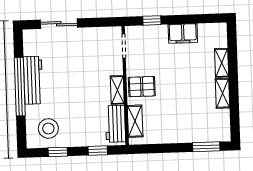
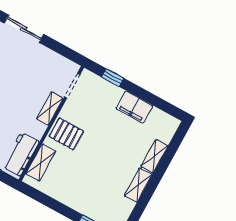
shelving: (117, 90) -> (50, 108), moved

